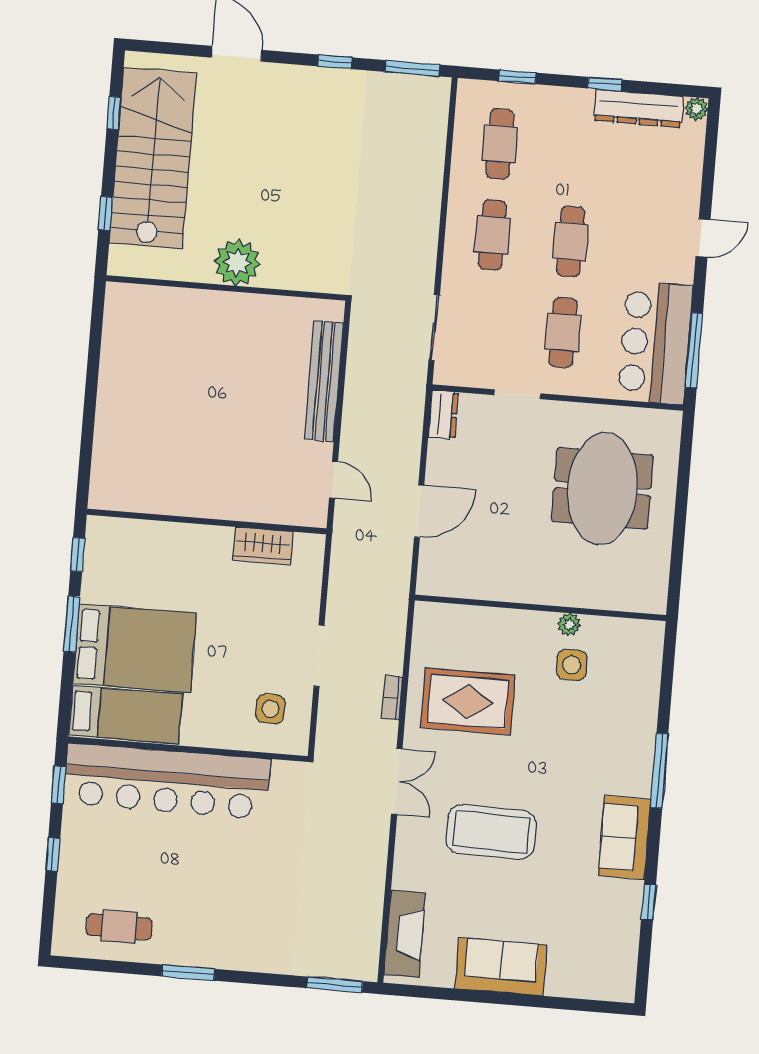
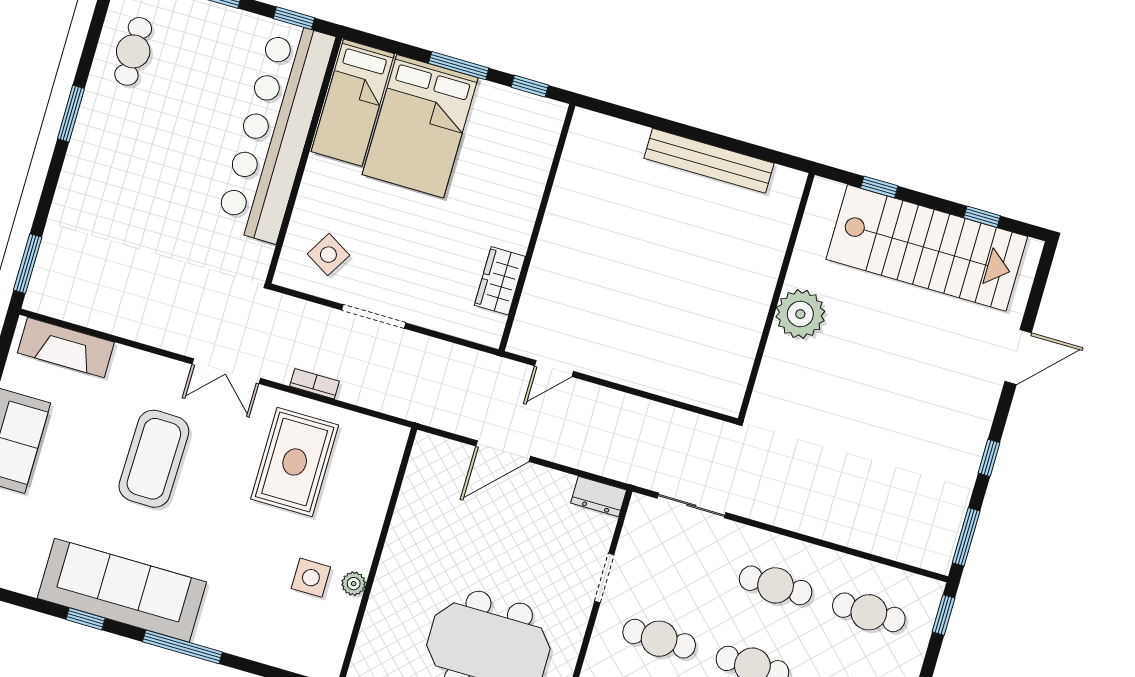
window: (517, 77) -> (944, 615), moved
bench: (324, 381) -> (709, 161), moved
door: (419, 511) -> (503, 451), hinge flipped
side table: (270, 709) -> (328, 255), turned 31
sofa: (625, 838) -> (122, 590), width x1.85, depth x1.27
window: (648, 902) -> (86, 619), moved

